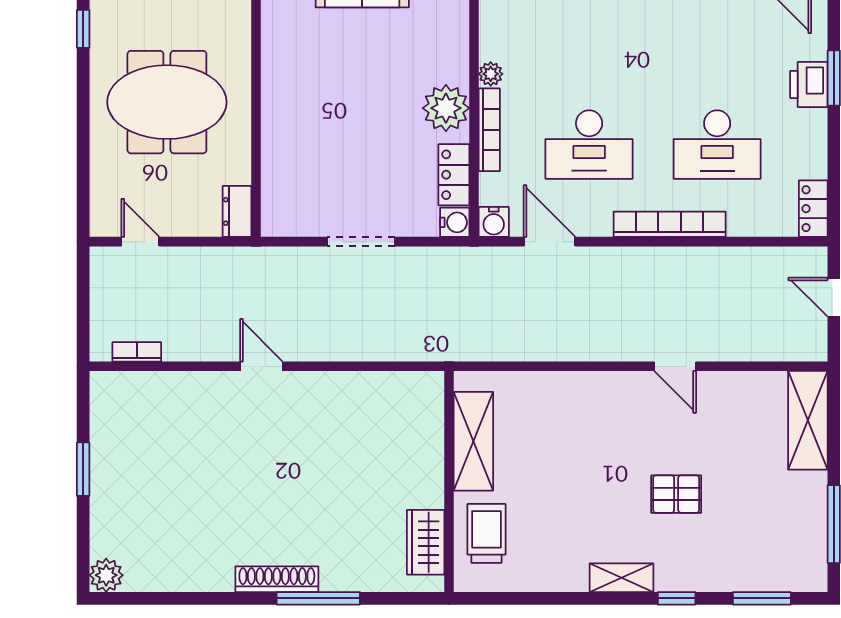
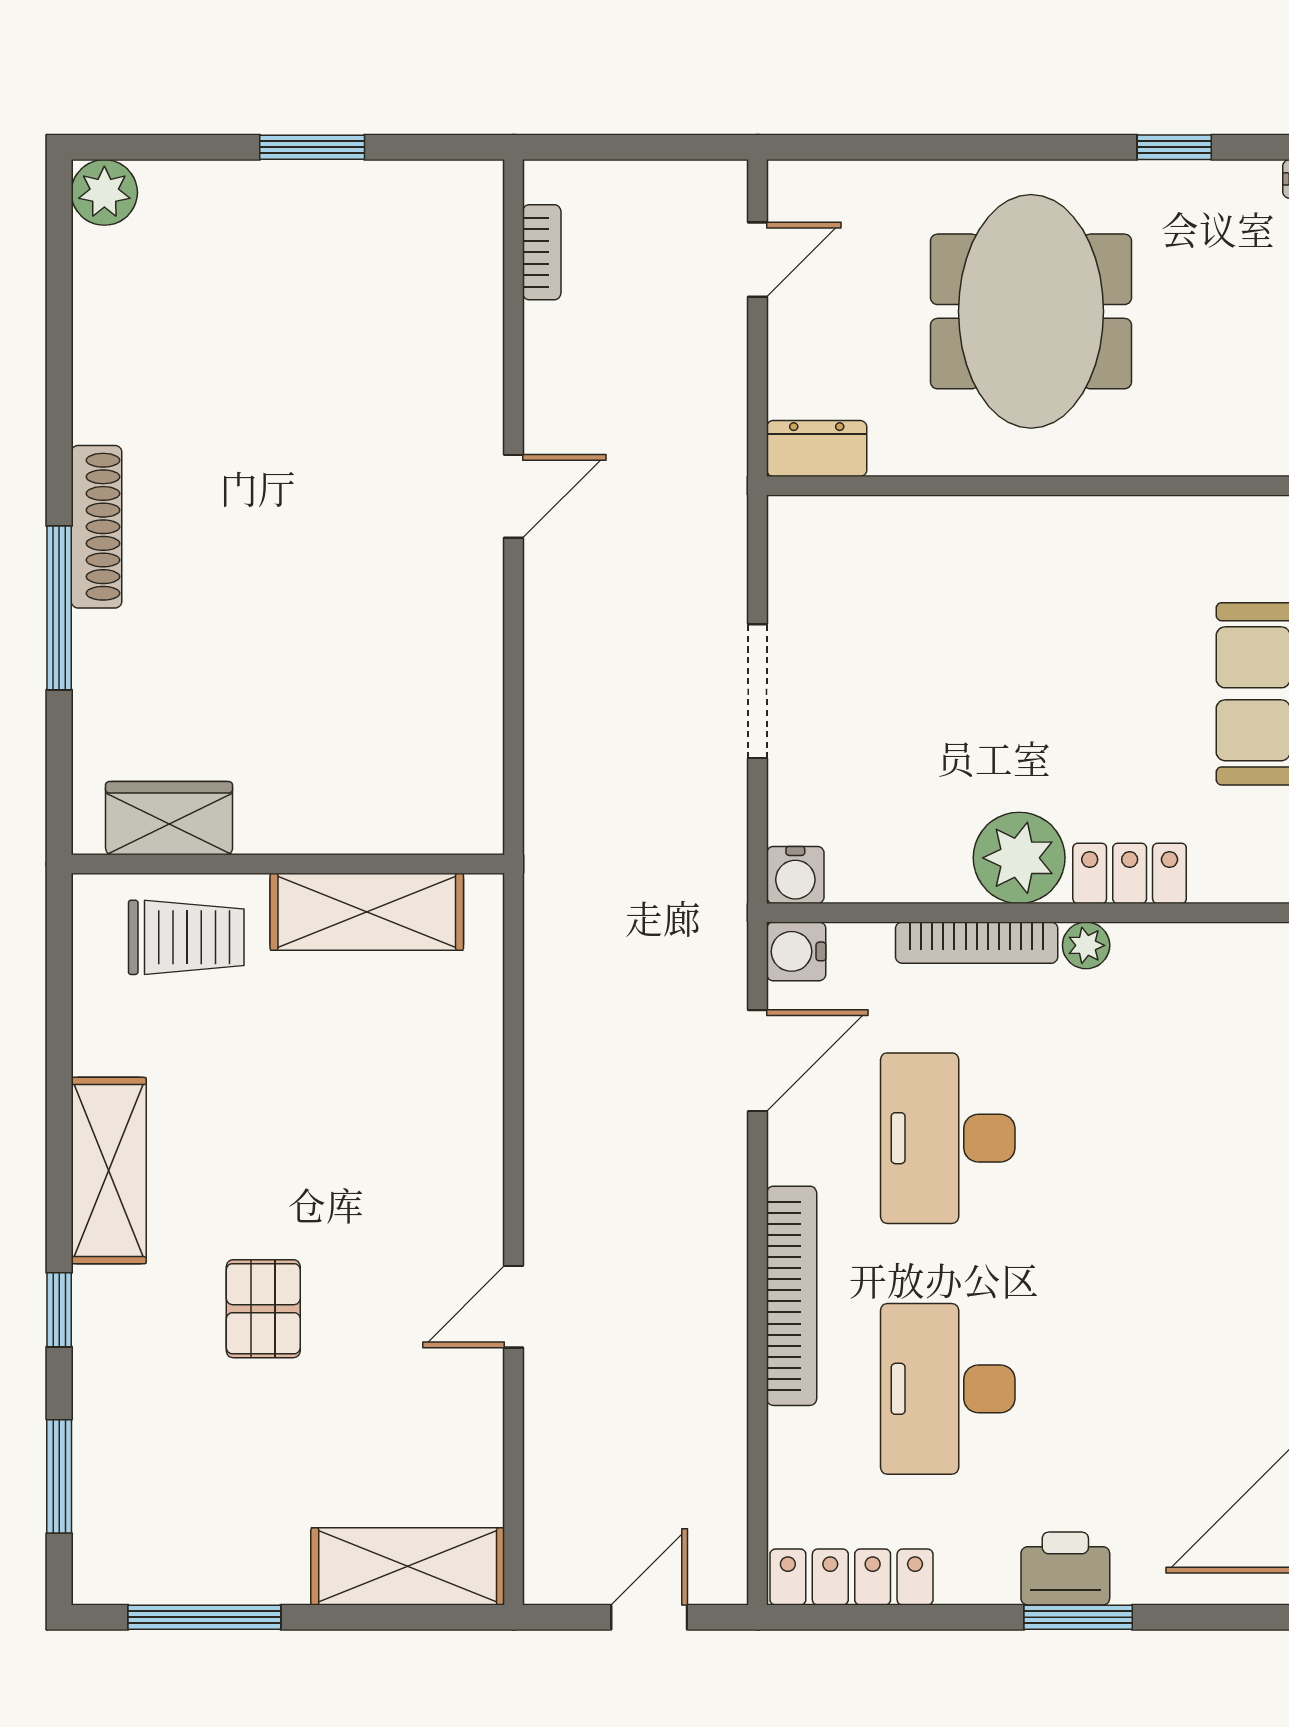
locker: (454, 175) -> (1130, 873), moved
locker: (813, 209) -> (851, 1577), width x1.53
shelving: (622, 578) -> (109, 1171), width x1.50, depth x1.33

